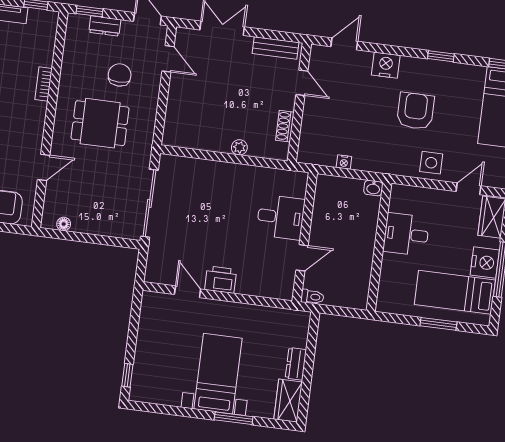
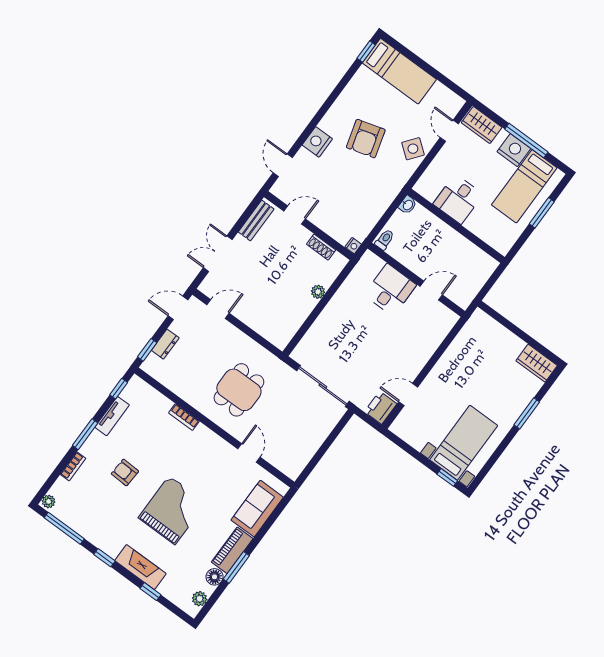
window: (441, 56) -> (334, 95), removed
chair: (120, 75) -> (210, 354), removed
armchair: (415, 111) -> (366, 139), turned -106
nightstand: (344, 162) -> (353, 246), moved
side table: (431, 163) -> (413, 149), turned 38
floor lamp: (64, 224) -> (302, 462), removed
door: (302, 258) -> (431, 291), hinge flipped
printer: (221, 280) -> (381, 408), moved
toilet: (312, 297) -> (385, 240), moved
dresser: (296, 364) -> (511, 341), removed
bed with nightstands: (218, 374) -> (464, 443), moved, turned 90

